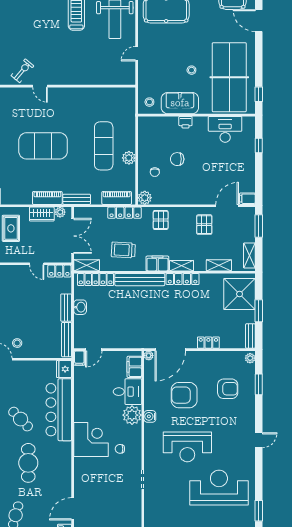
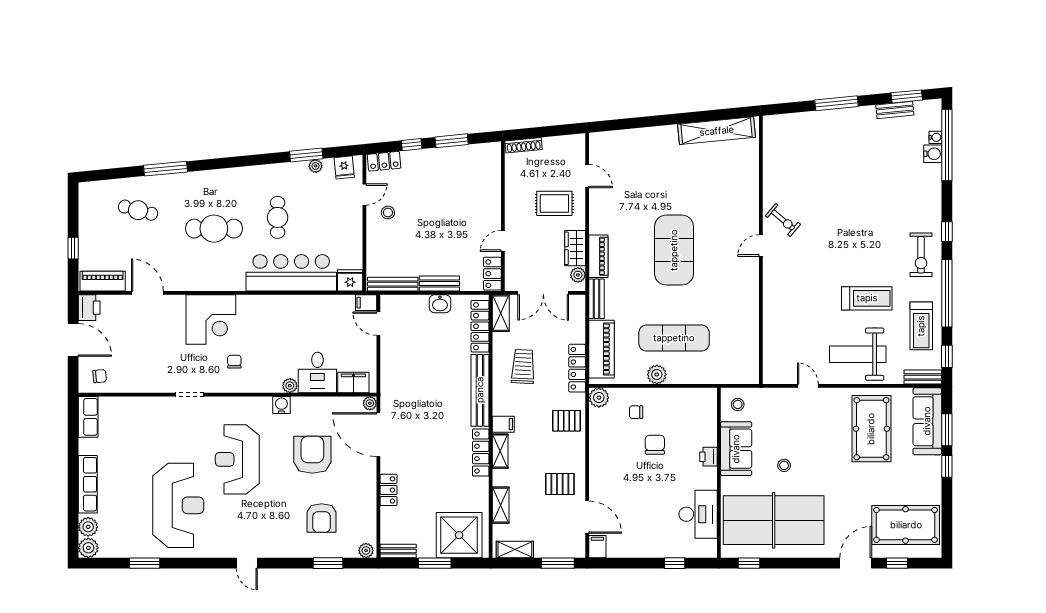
piano: (117, 198) -> (602, 349), width x1.37, depth x1.33
filing cabinet: (157, 264) -> (503, 424), width x0.50
plant: (132, 415) -> (290, 386), width x0.53, depth x0.53
cafe table: (21, 419) -> (278, 217), turned -46
corner desk: (91, 439) -> (211, 320), moved

